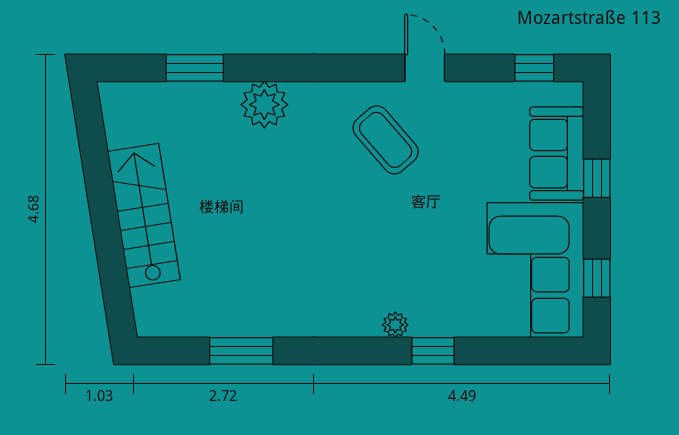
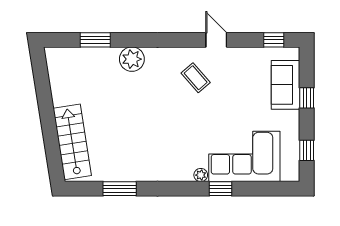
coffee table: (386, 140) -> (196, 78), width x0.73, depth x0.77
stairs: (144, 216) -> (72, 142), moved
corner sofa: (535, 270) -> (244, 156), moved, turned 90

